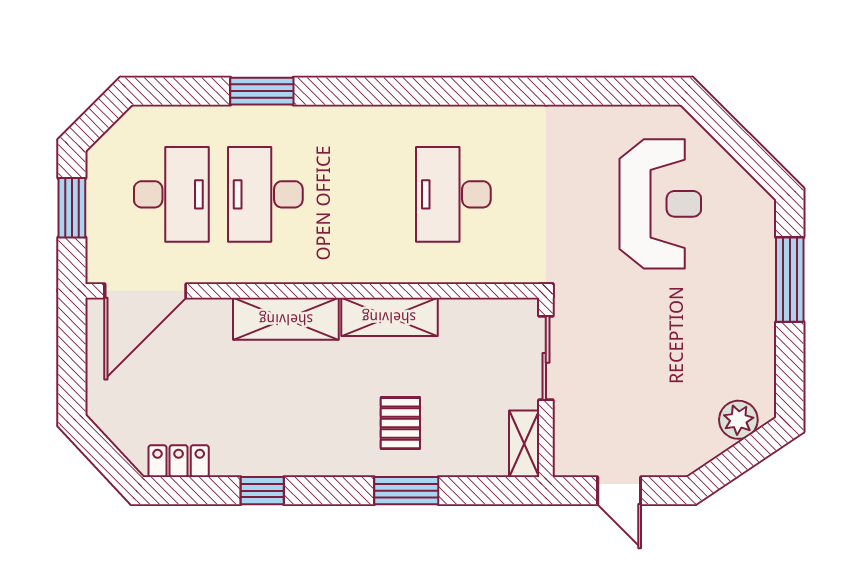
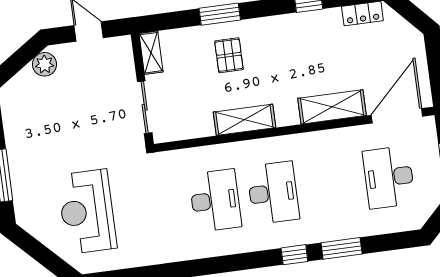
window: (338, 91) -> (294, 255), added
desk: (265, 194) -> (273, 193), moved
shelving: (286, 319) -> (332, 107), moved
plant: (738, 420) -> (45, 64), moved

